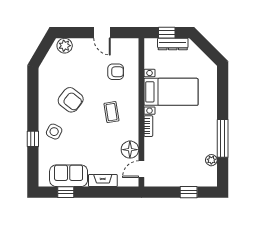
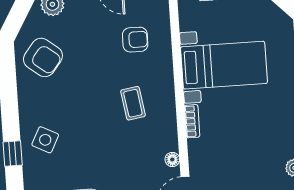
armchair: (71, 100) -> (43, 57), moved
floor lamp: (130, 150) -> (172, 159), width x0.53, depth x0.53

